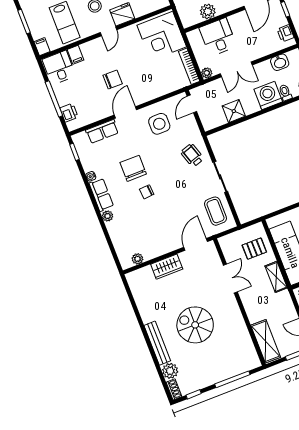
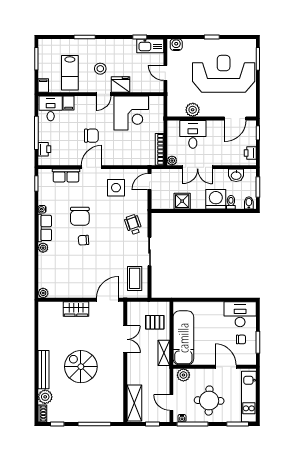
corner desk: (162, 36) -> (131, 113), moved, turned -90
chair: (133, 168) -> (80, 216), turned 180
plant: (137, 259) -> (43, 293), moved

